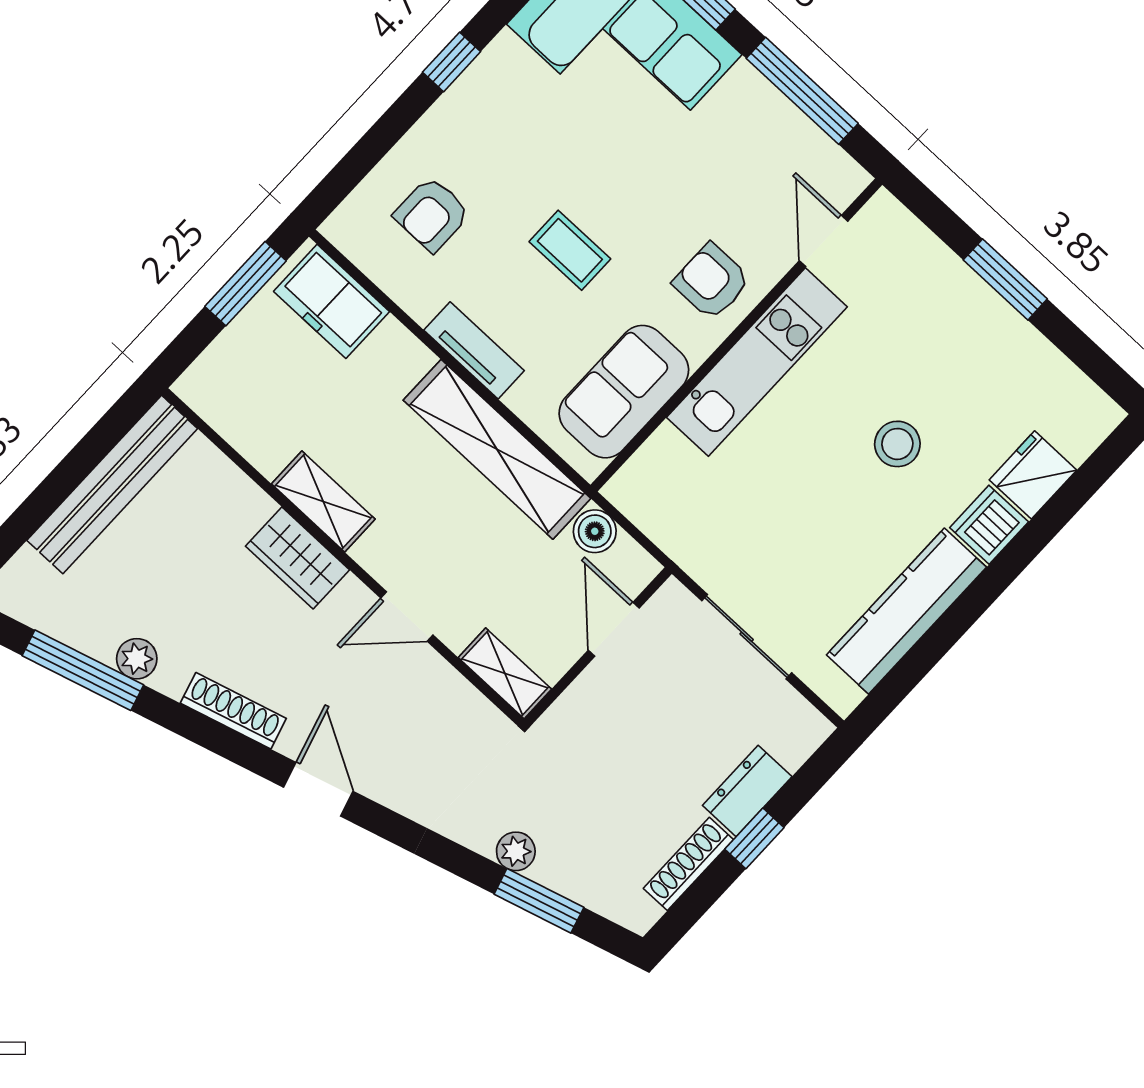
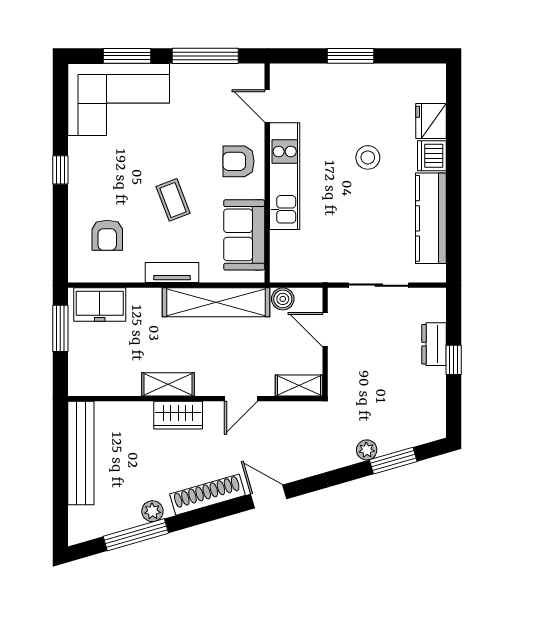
coffee table: (570, 250) -> (173, 200), turned 69
shoe rack: (233, 711) -> (207, 495), width x1.36, depth x1.24
shoe rack: (688, 864) -> (437, 393), removed

